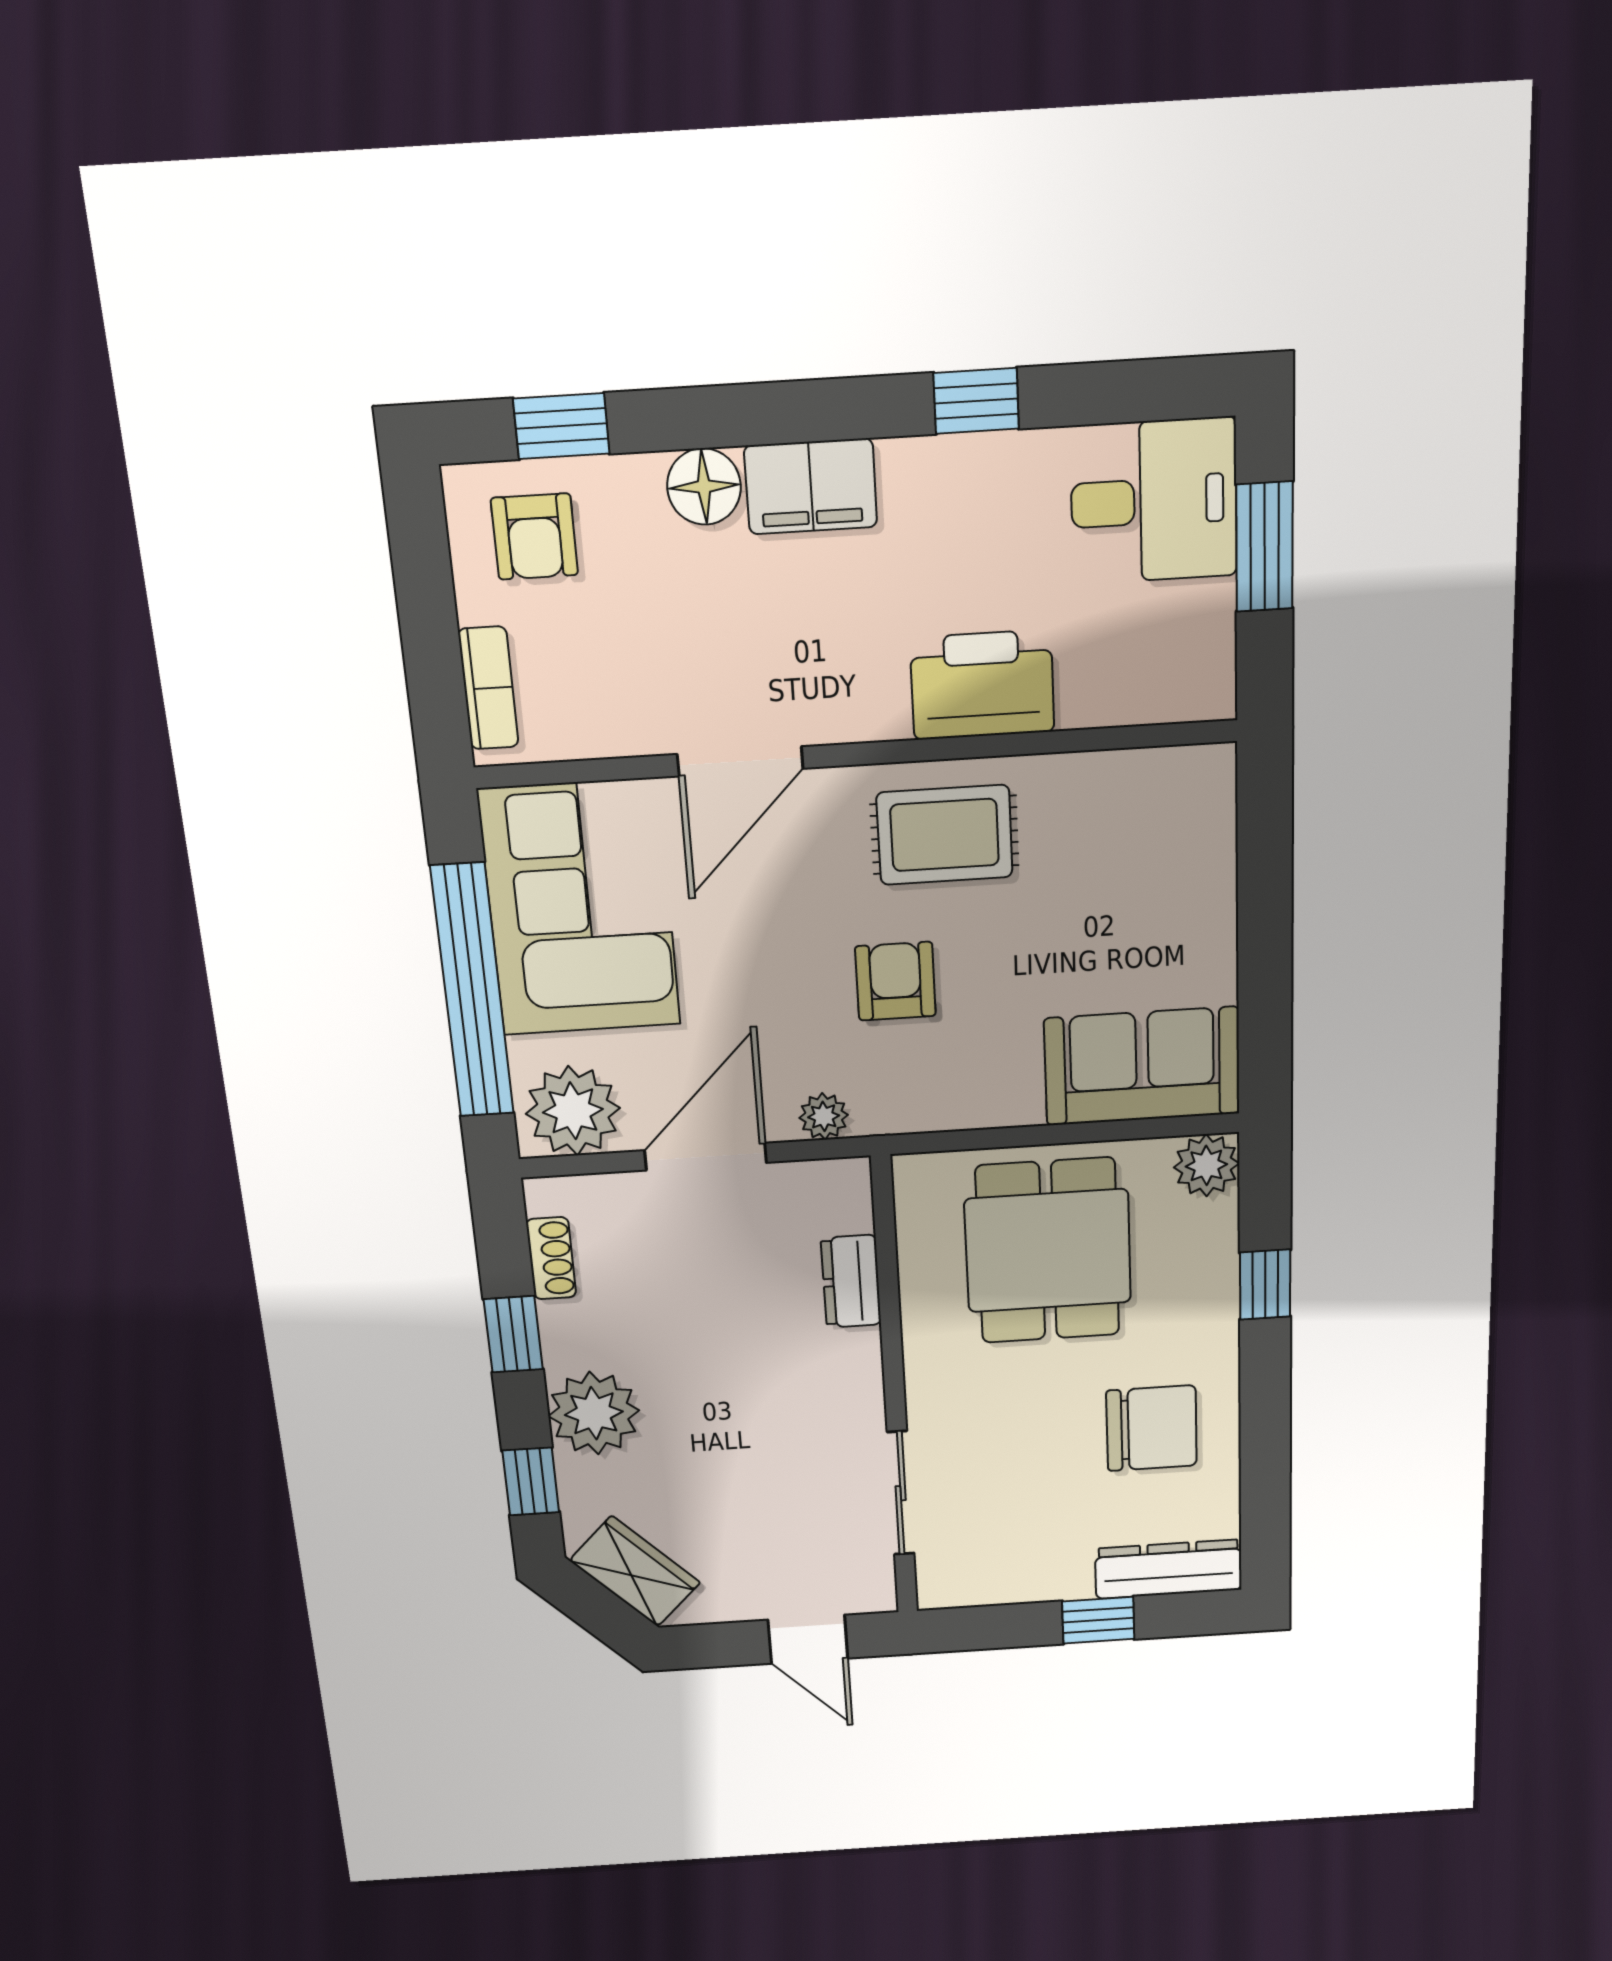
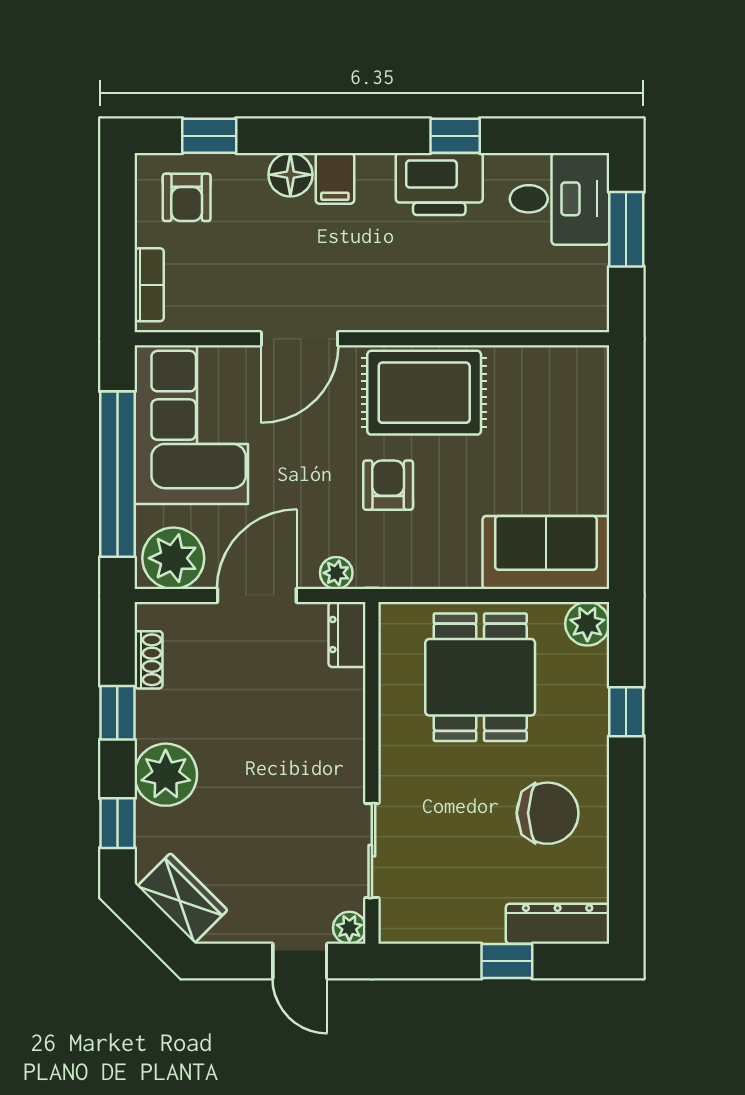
filing cabinet: (811, 486) -> (335, 178), width x0.50
printer: (982, 685) -> (439, 184), moved, turned 180
rug: (945, 835) -> (424, 393), width x1.36, depth x1.43
dresser: (851, 1281) -> (347, 635), moved
plant: (875, 1593) -> (349, 928), added

